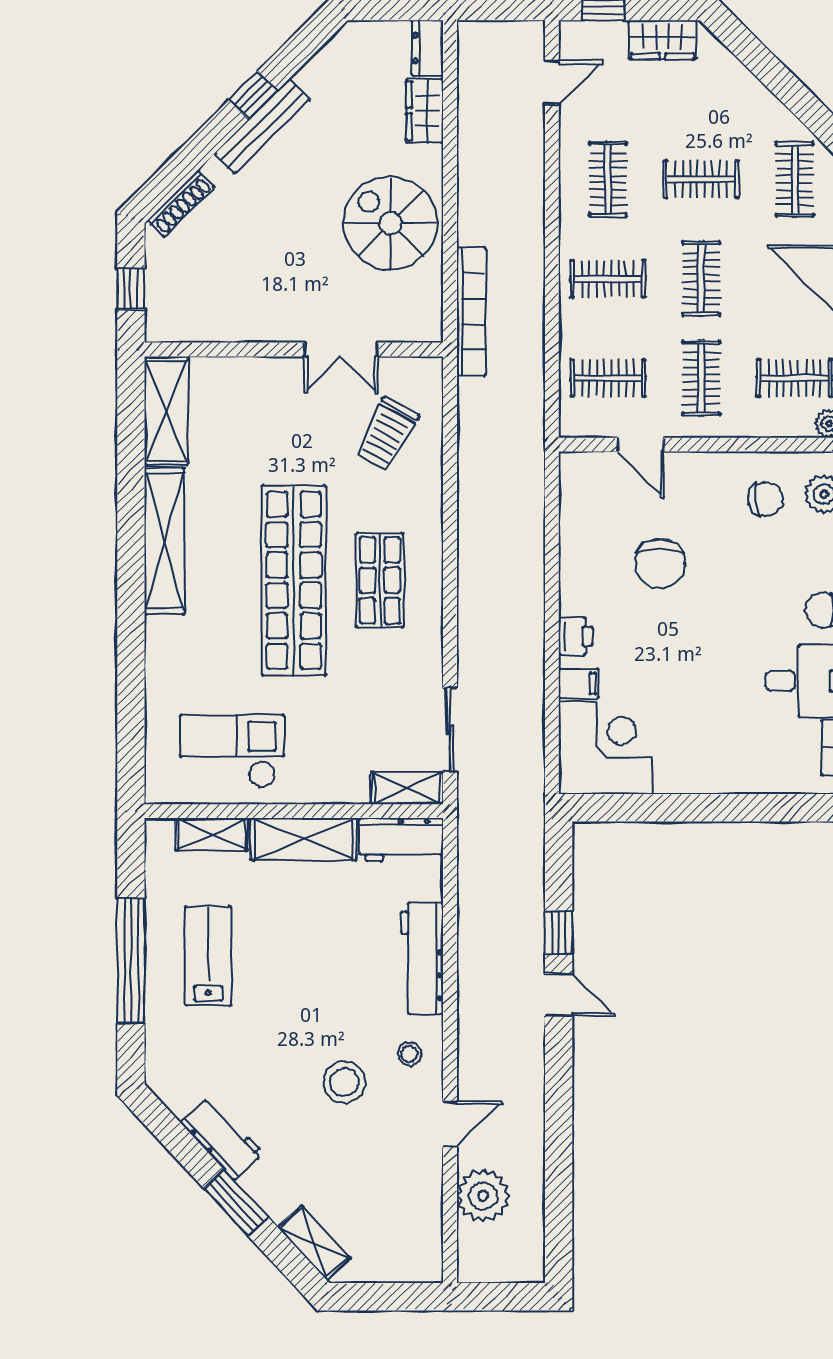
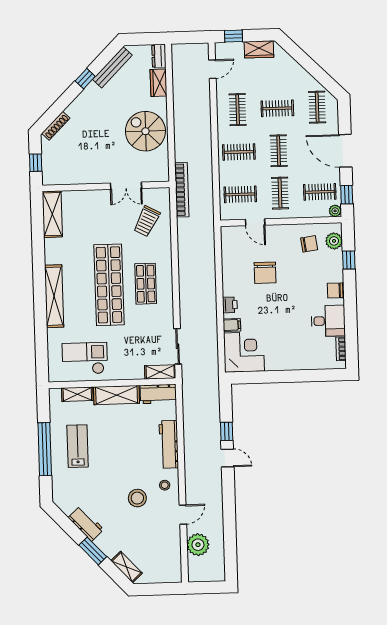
bench: (262, 126) -> (112, 67), moved
bookcase: (471, 311) -> (182, 190), moved
shelving: (164, 541) -> (54, 296), moved

